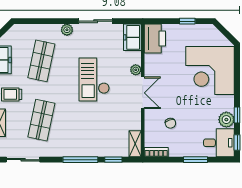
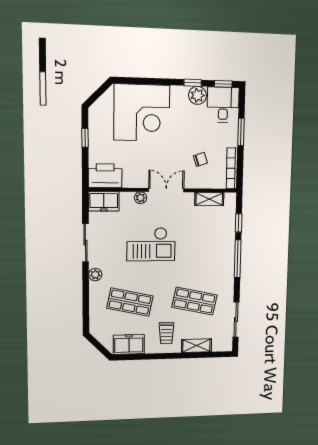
shelving: (135, 144) -> (209, 199), moved
bookcase: (156, 152) -> (232, 168), width x1.56

